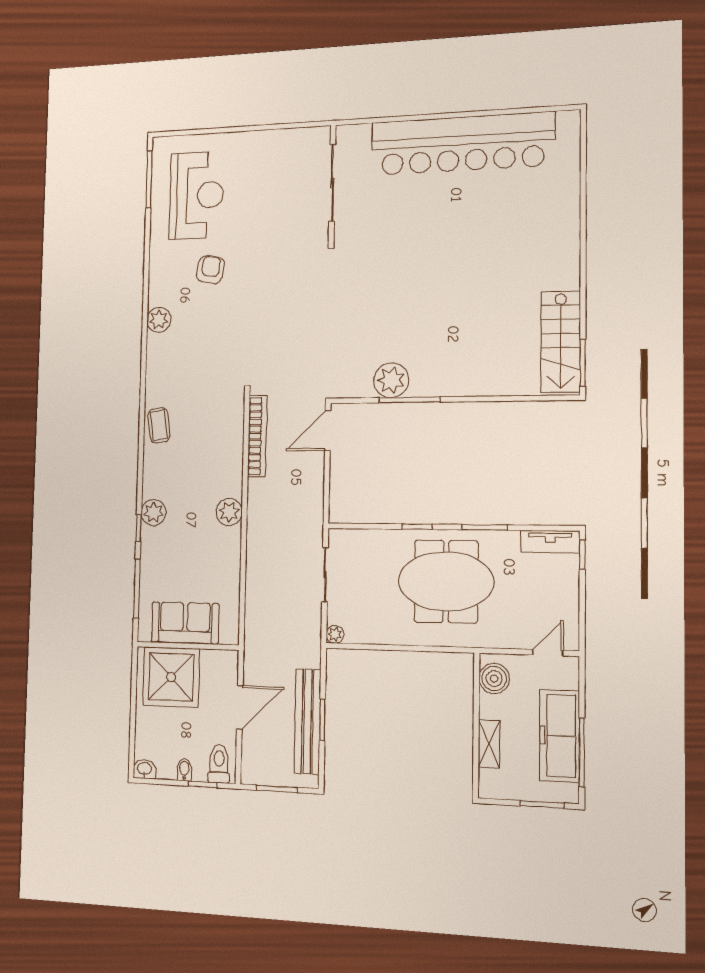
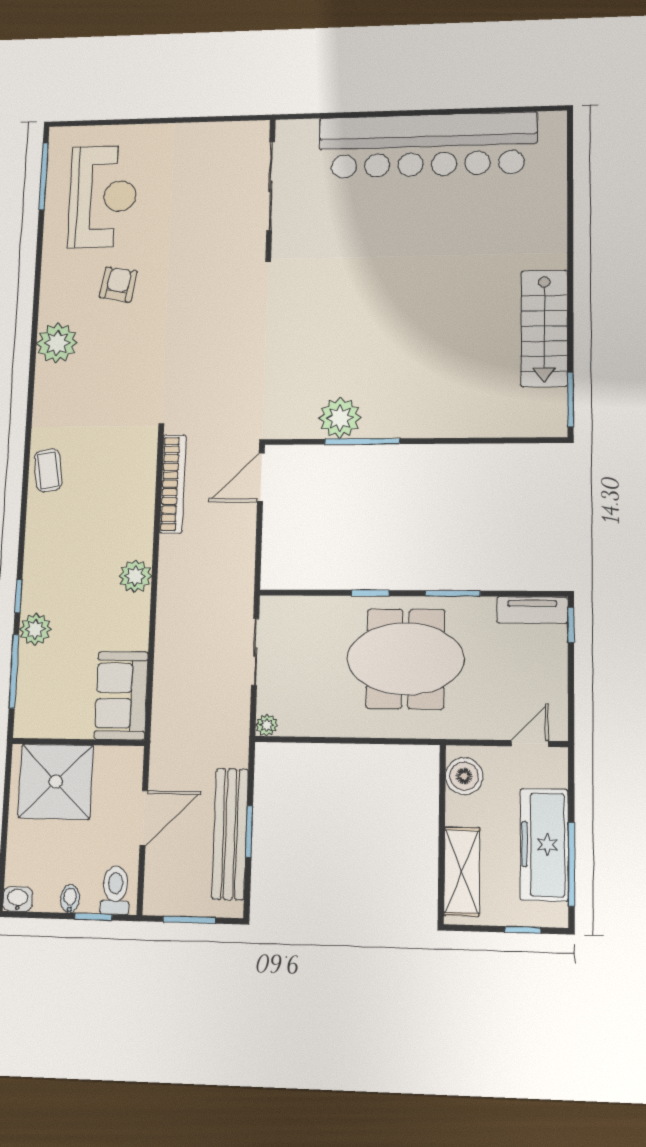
plant: (159, 320) -> (57, 343), width x1.36, depth x1.36
stairs: (561, 342) -> (544, 328), moved
plant: (154, 513) -> (35, 629), moved
sofa: (185, 623) -> (121, 696), moved, turned -90
shelving: (489, 744) -> (462, 871), width x1.50, depth x1.33
window: (542, 804) -> (523, 930), width x0.67

